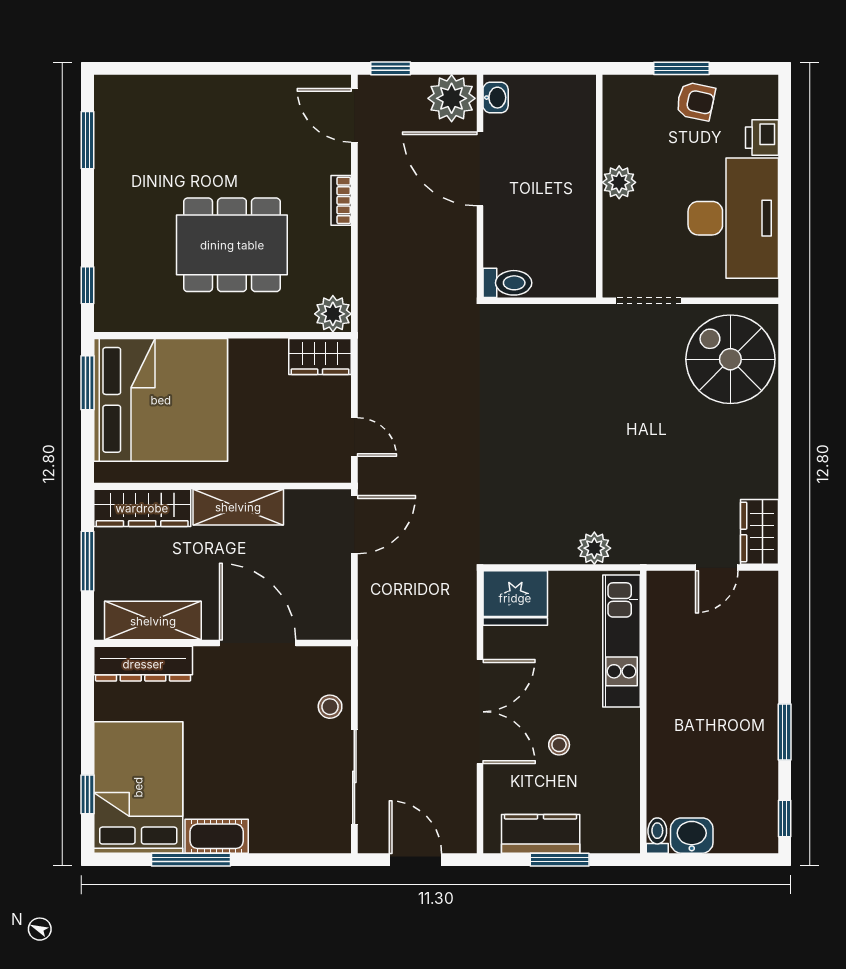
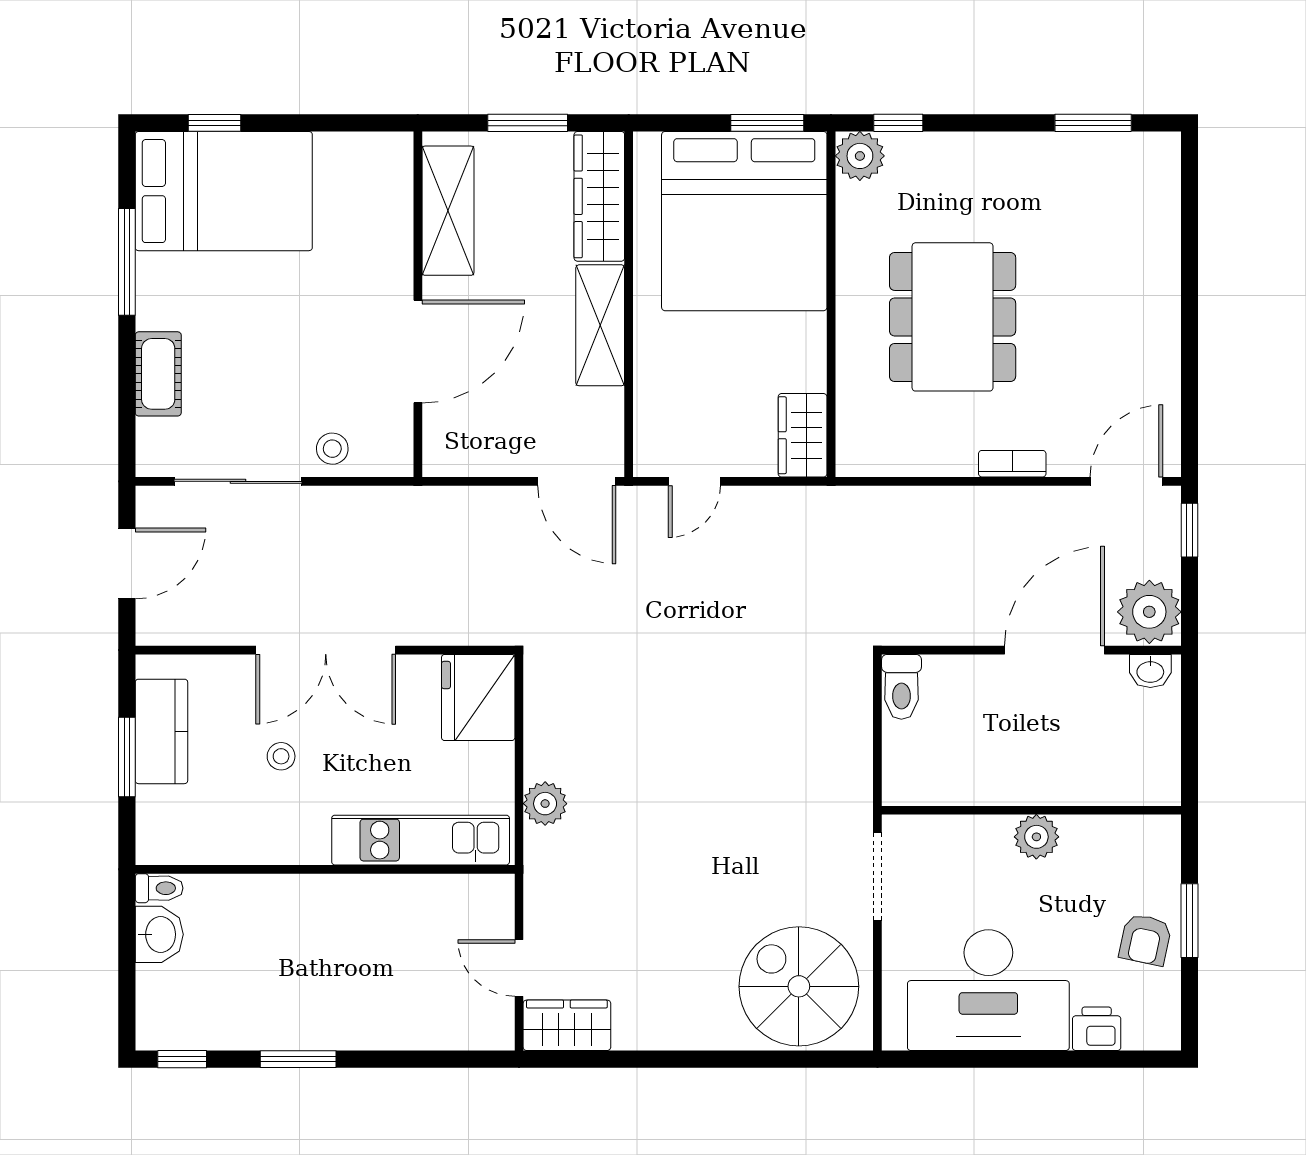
plant: (333, 314) -> (860, 156), moved
spiral stairs: (730, 359) -> (799, 986), turned -90
dresser: (143, 664) -> (390, 197), removed
cot: (217, 836) -> (158, 374), moved

